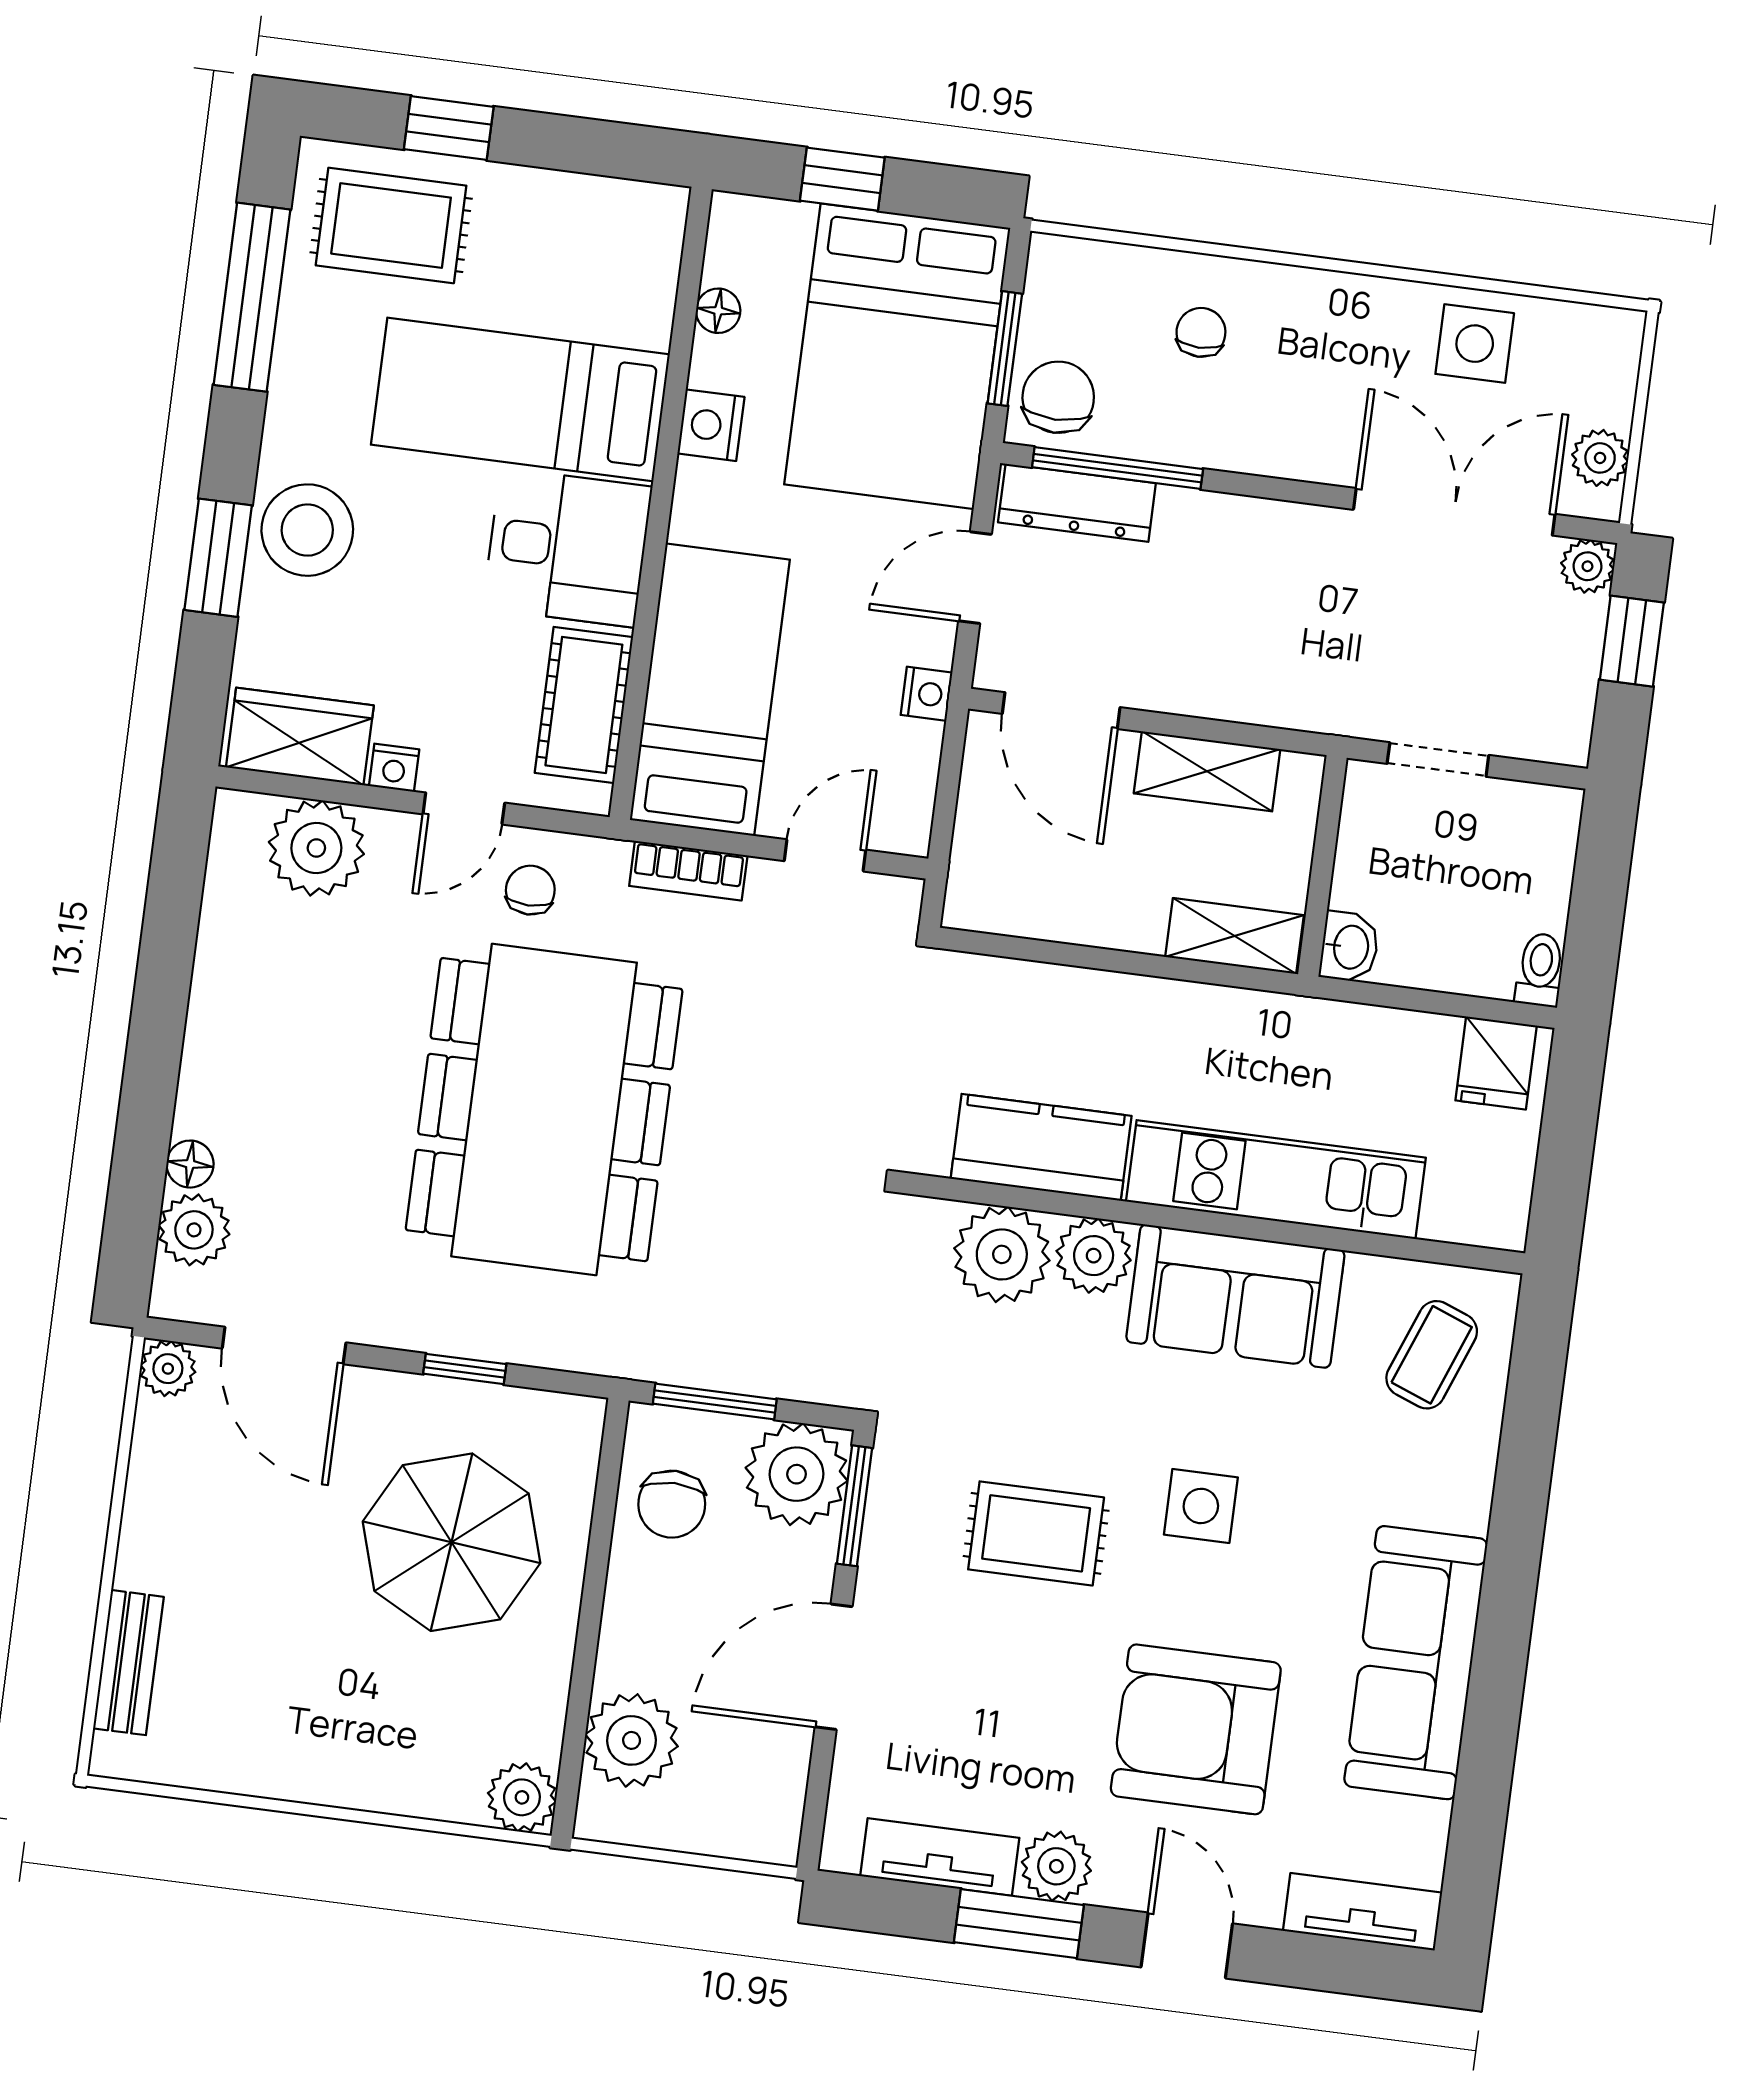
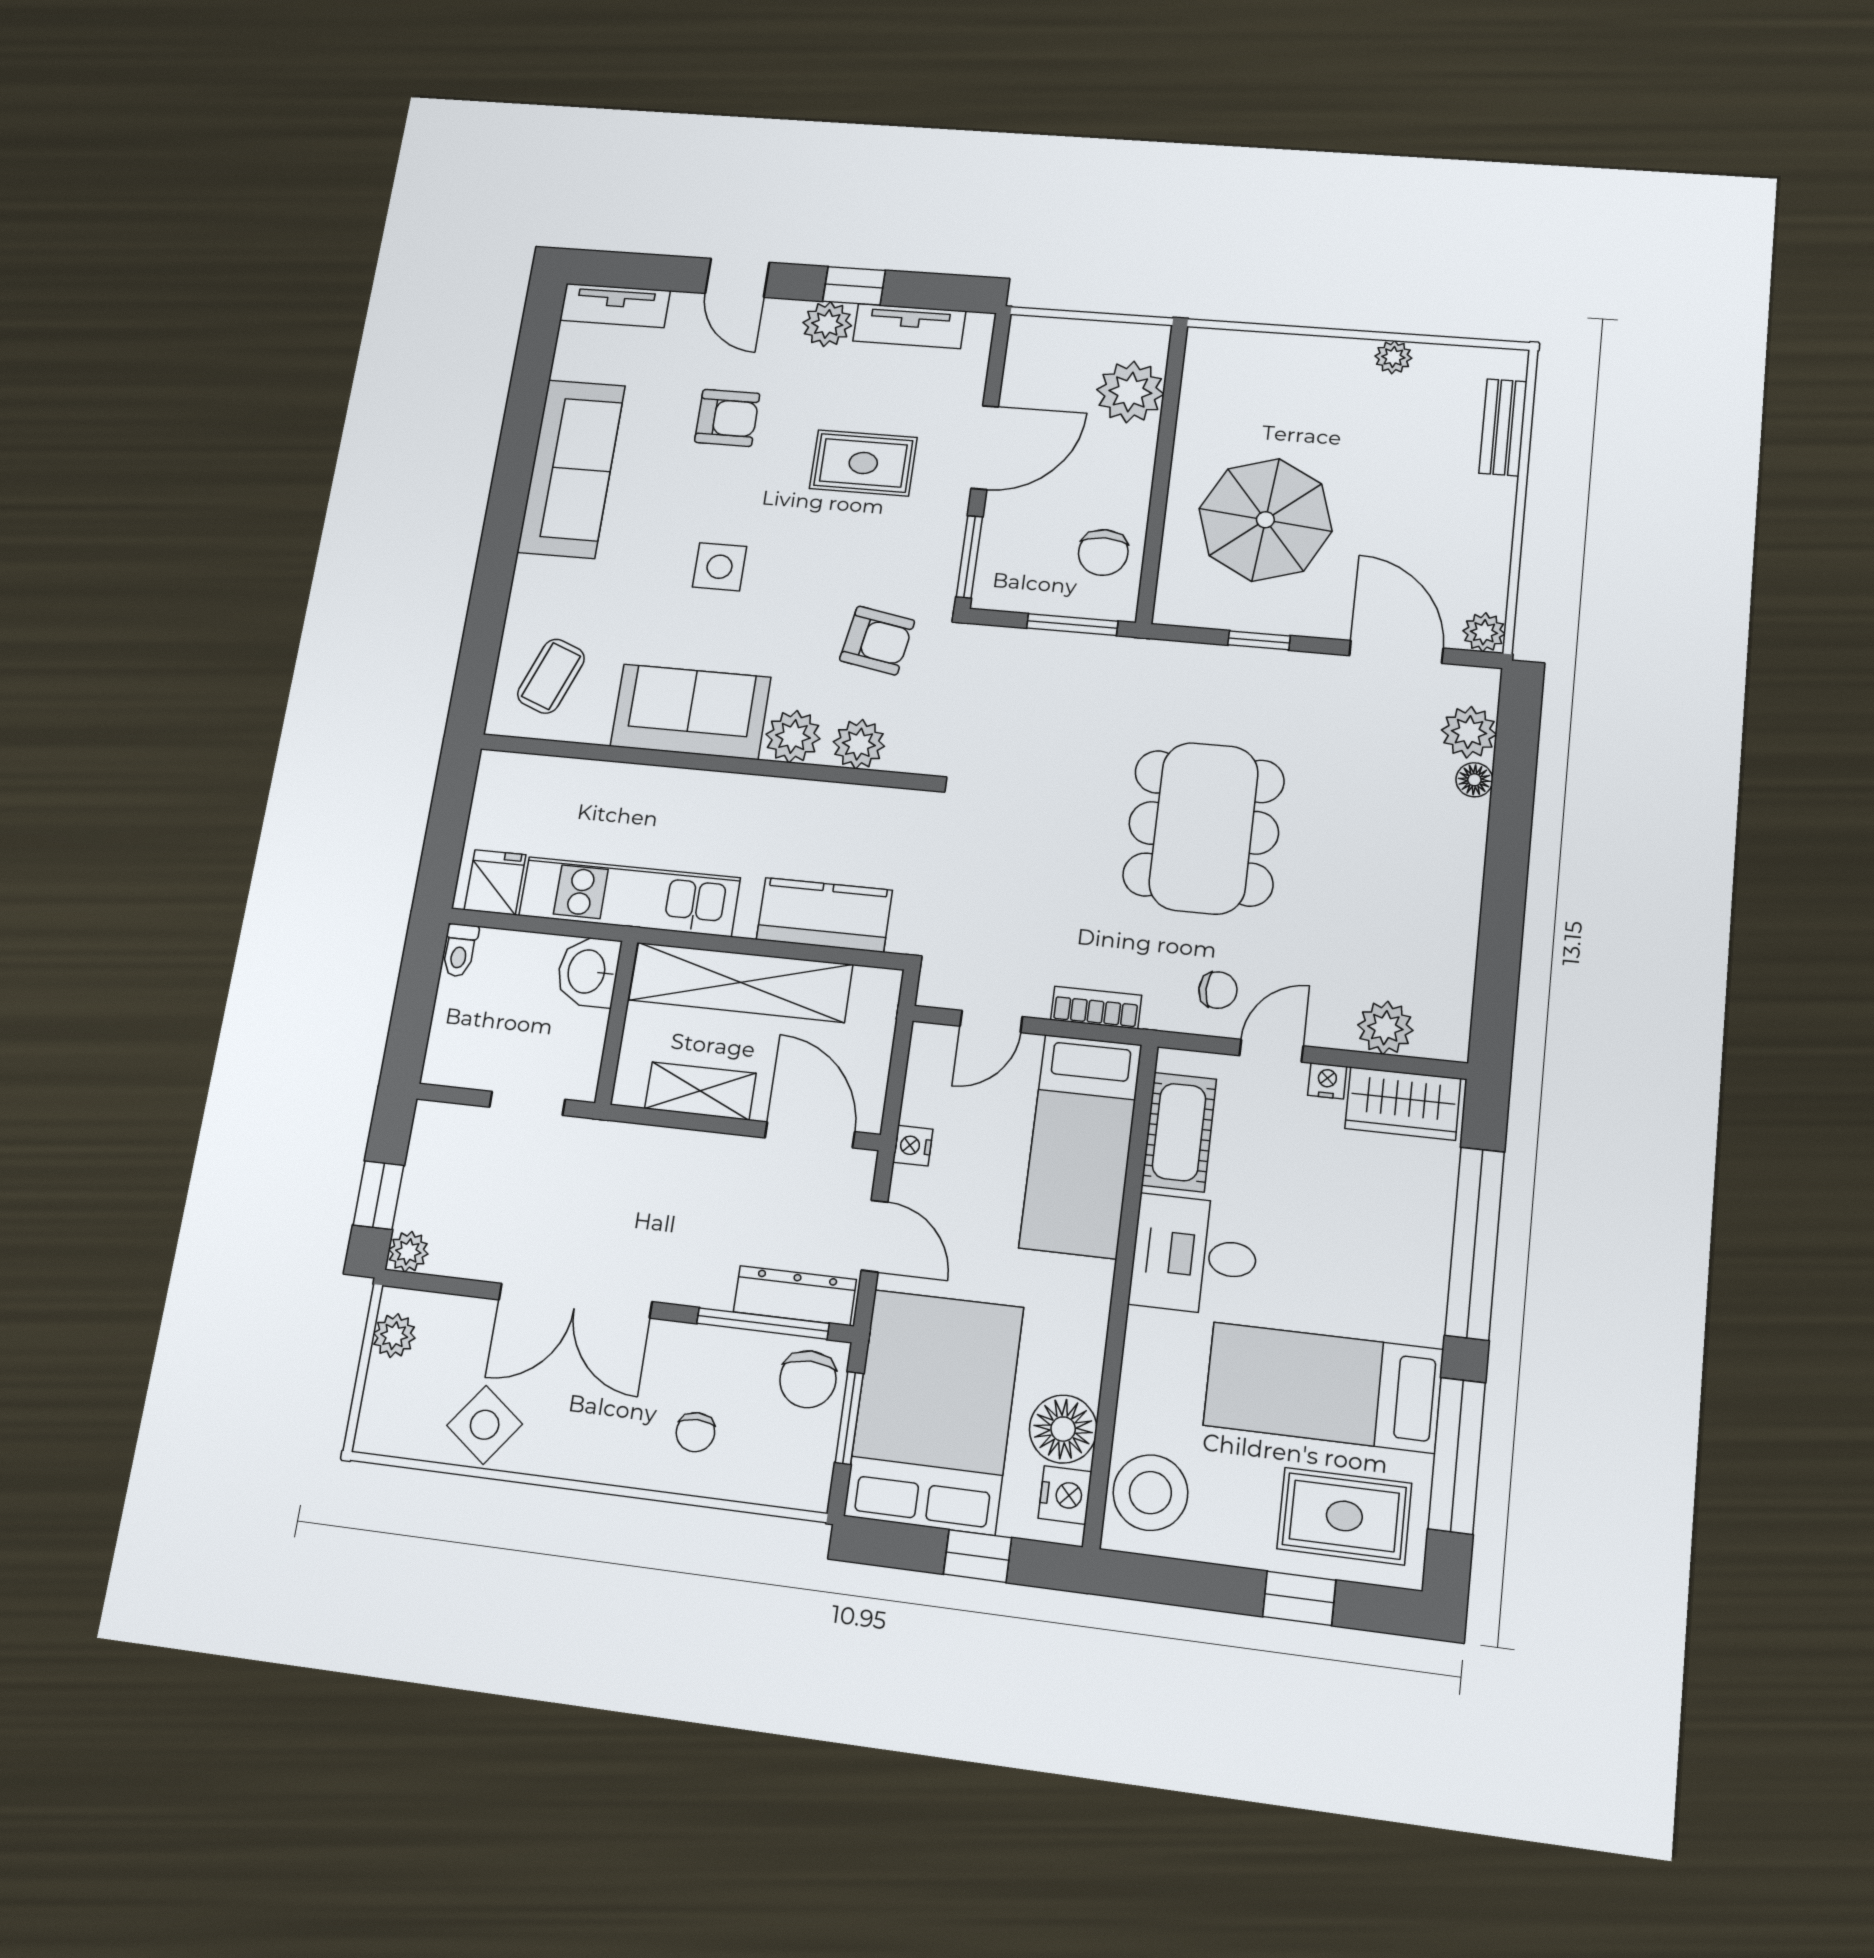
floor lamp: (718, 311) -> (1063, 1429), width x1.89, depth x1.89
side table: (1475, 344) -> (485, 1425), turned 37
bed: (520, 400) -> (1323, 1387), moved, turned 180
nightstand: (711, 425) -> (1065, 1495), moved
double door: (1454, 512) -> (575, 1301), moved
stool: (307, 530) -> (1150, 1493), moved
window: (218, 558) -> (1475, 1243), width x2.11
door: (975, 578) -> (875, 1236), hinge flipped
plant: (316, 848) -> (1385, 1028), width x0.73, depth x0.73
chair: (530, 890) -> (1218, 990), turned -90
shelving: (1235, 936) -> (741, 982), width x2.20, depth x1.33
washbasin: (1349, 947) -> (588, 972), width x1.38, depth x1.45
dining table: (544, 1110) -> (1204, 828), width x0.73, depth x0.80
kitchen counter: (1041, 1147) -> (824, 915), moved, turned 180
kitchen unit: (1276, 1180) -> (629, 897), moved, turned 180
plant: (1002, 1254) -> (859, 744), width x0.73, depth x0.73
armchair: (980, 1389) -> (877, 640), added
plant: (797, 1474) -> (1012, 577), removed
chair: (672, 1504) -> (1103, 552), turned 180
rug: (1036, 1533) -> (863, 463), moved
armchair: (1196, 1729) -> (727, 418), width x0.53, depth x0.53
plant: (522, 1797) -> (1393, 357), moved, width x0.73, depth x0.73
window: (1019, 1924) -> (854, 286), width x0.67

